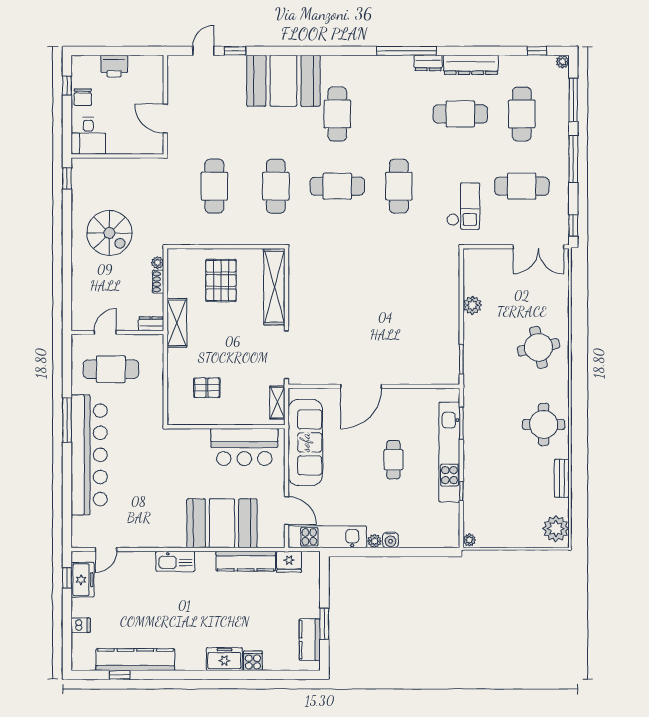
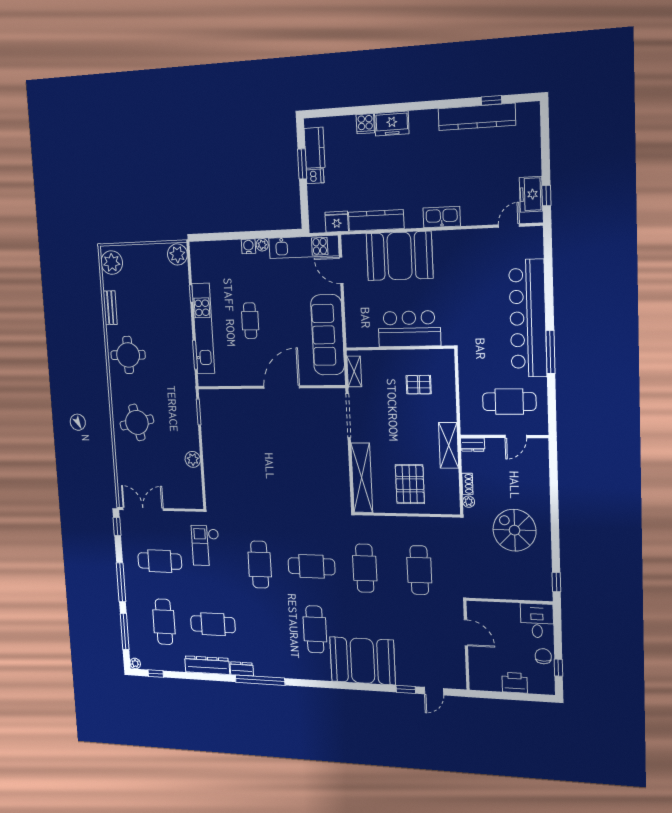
bar counter: (244, 447) -> (409, 329), moved
plant: (469, 540) -> (177, 254), width x1.88, depth x1.88
dishwasher: (81, 625) -> (315, 176), moved, turned 180

